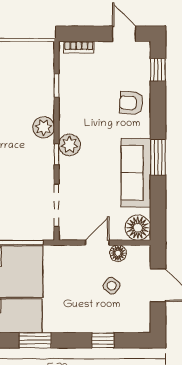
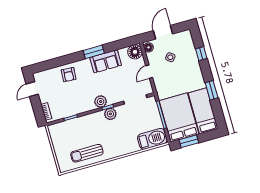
window: (158, 70) -> (46, 65), removed
plant: (44, 127) -> (110, 114), moved
sofa: (136, 173) -> (106, 61), width x0.73
door: (97, 243) -> (149, 72), hinge flipped
floor lamp: (118, 253) -> (149, 47), moved

